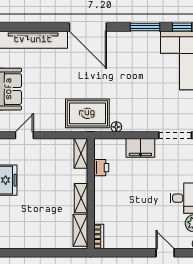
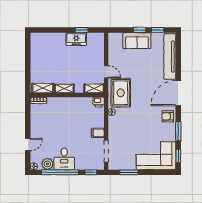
armchair: (123, 43) -> (168, 116), added
door: (24, 135) -> (106, 72), moved
filing cabinet: (140, 148) -> (98, 133), width x0.50
printer: (101, 168) -> (99, 102), moved

